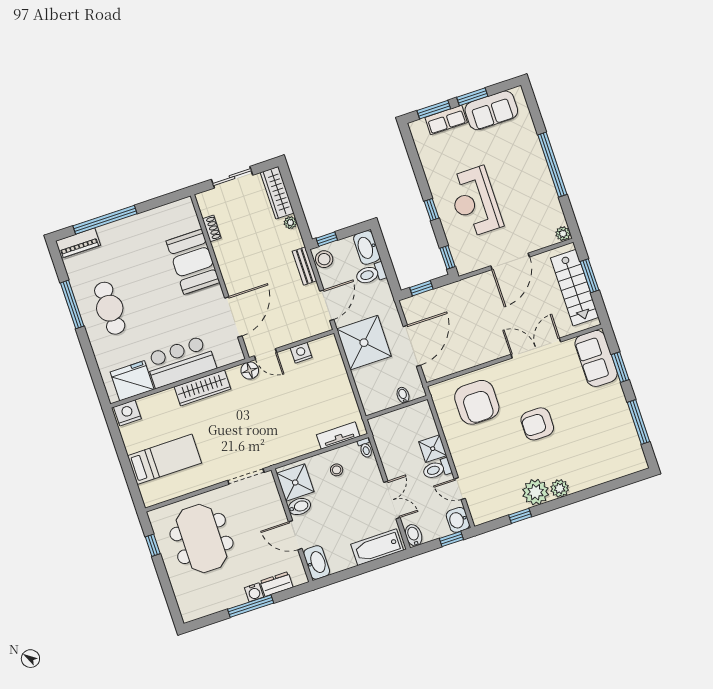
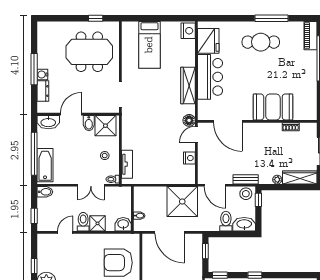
double door: (392, 500) -> (91, 185), moved
washbasin: (458, 520) -> (123, 224), moved
window: (366, 567) -> (34, 154), added

